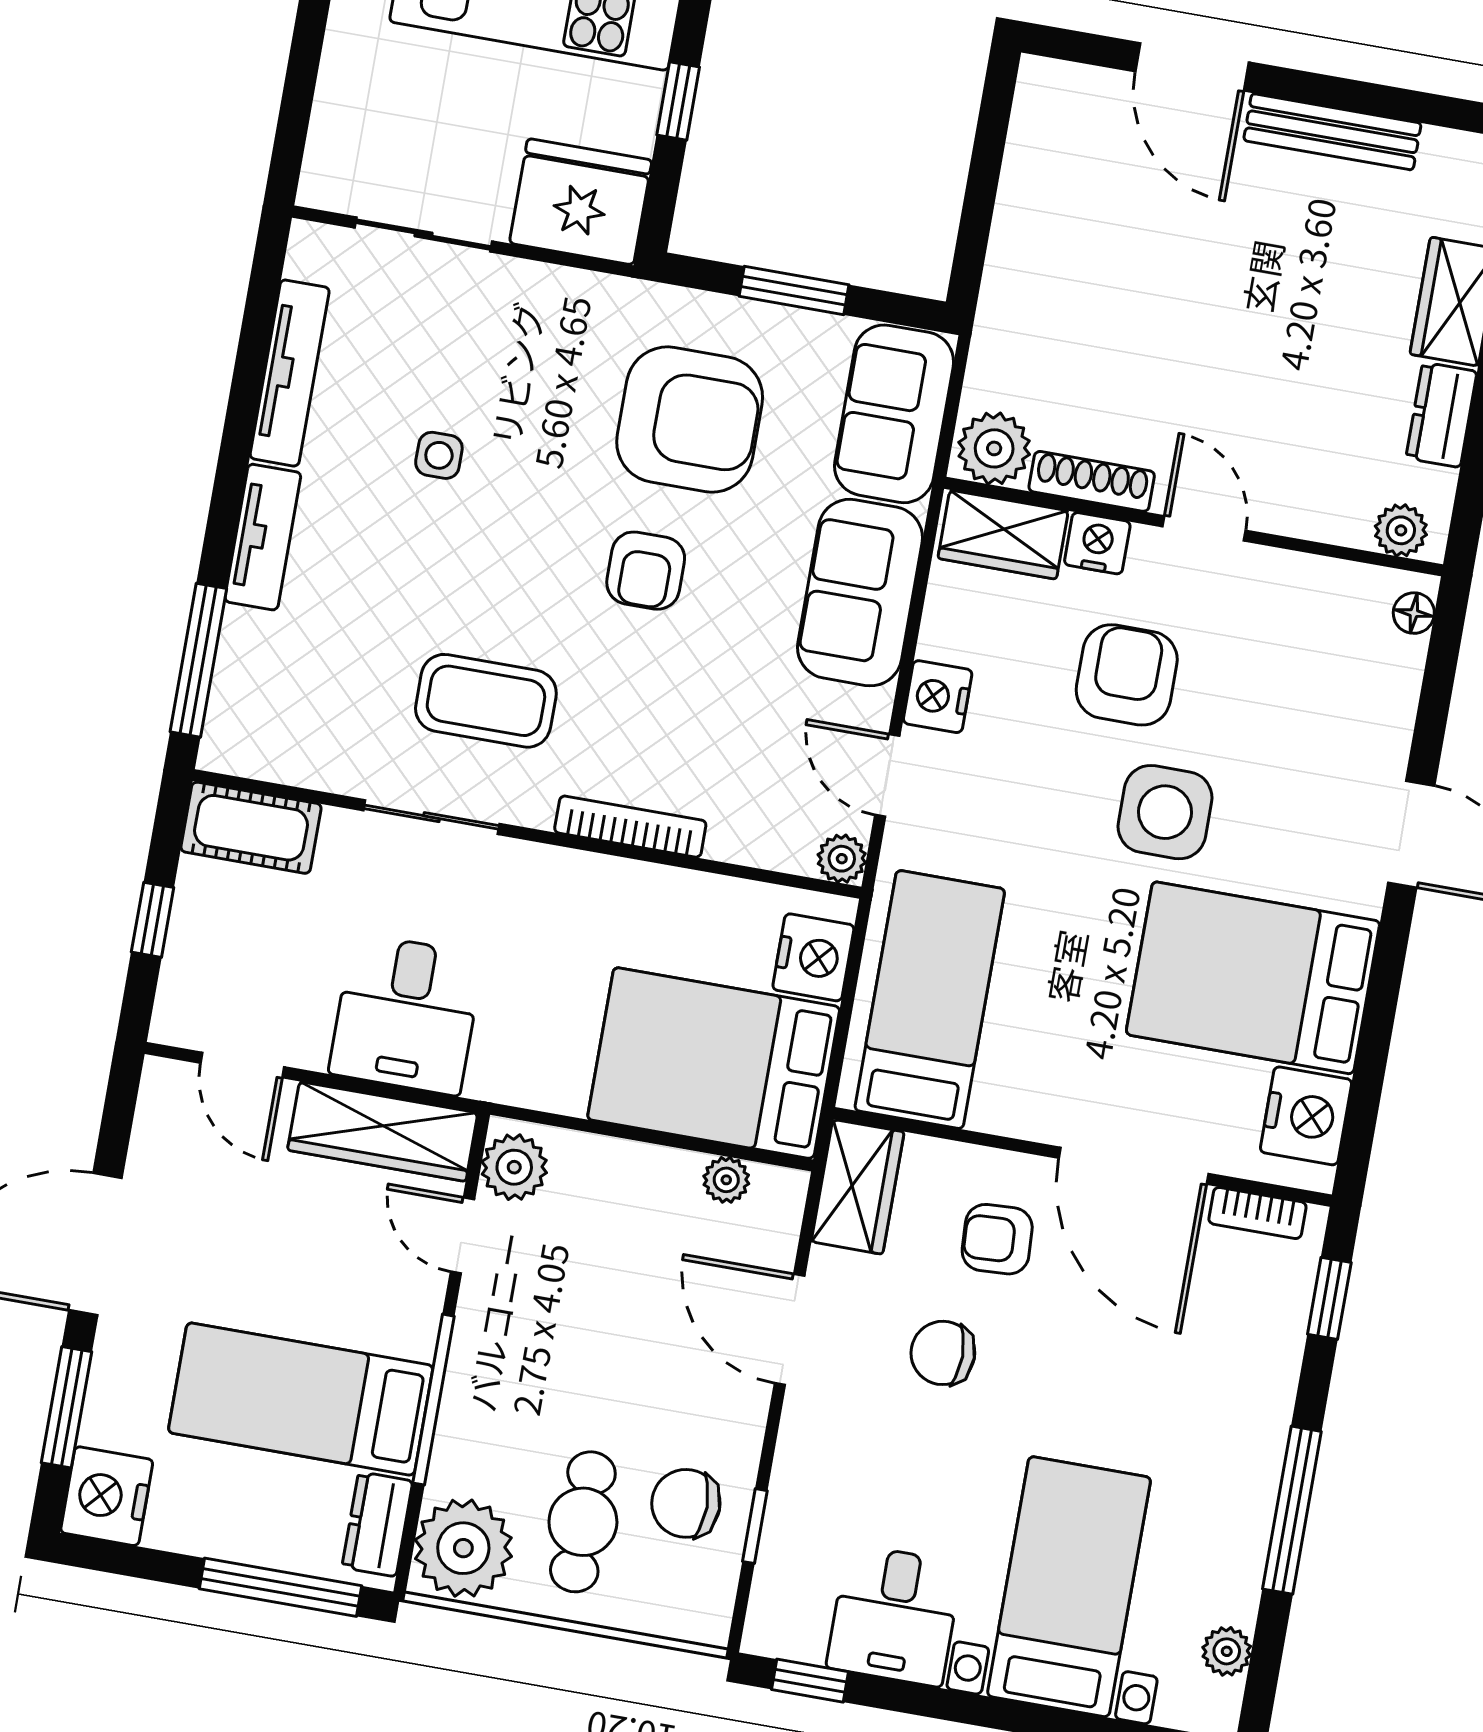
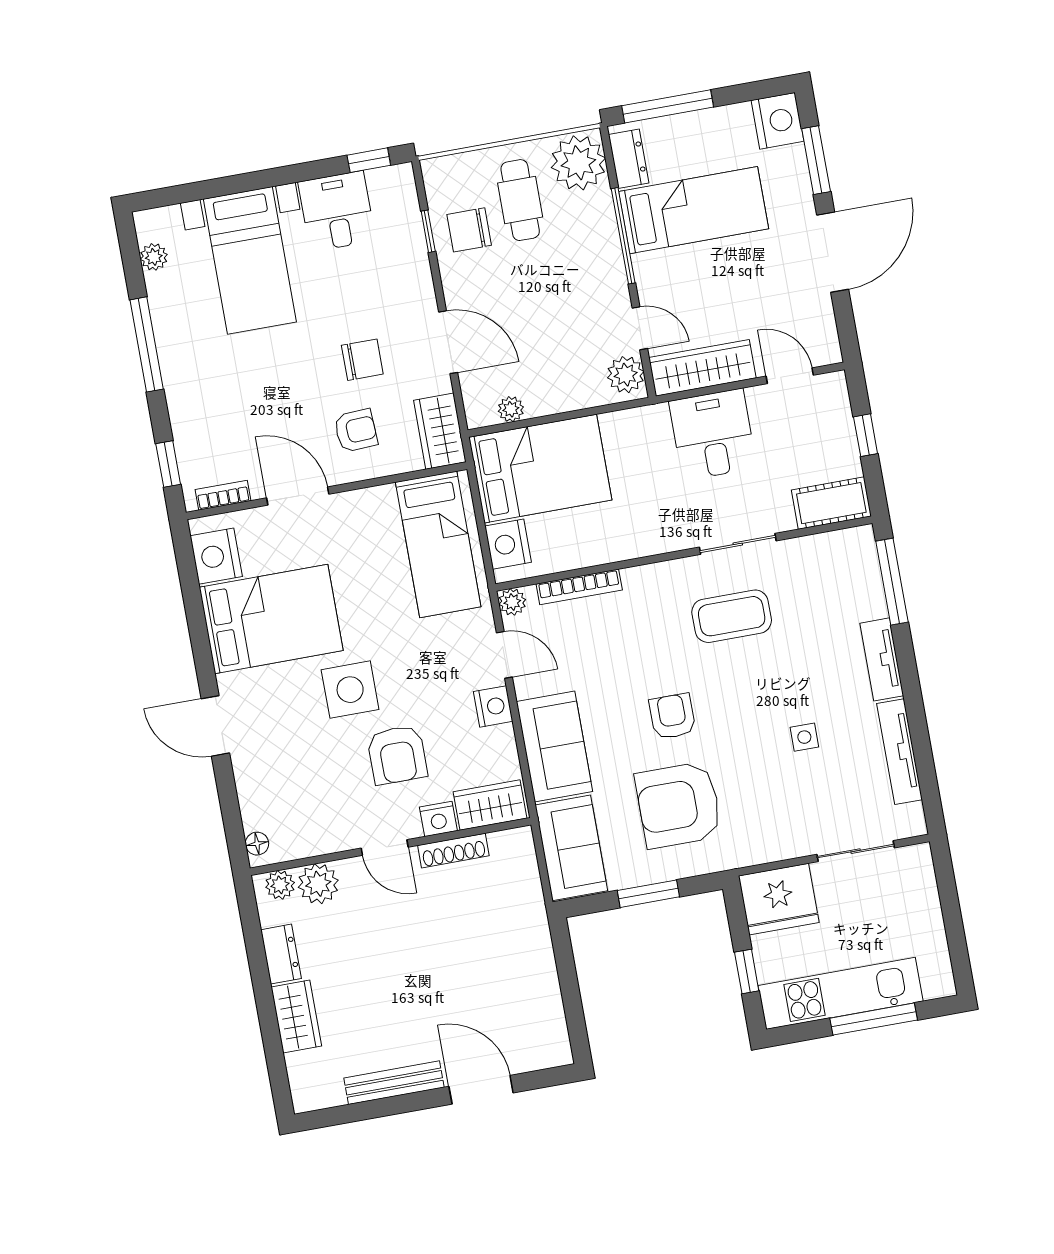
plant: (994, 448) -> (318, 884), moved
bookcase: (630, 827) -> (579, 587), moved
door: (1134, 1166) -> (298, 496), width x0.73
chair: (686, 1503) -> (469, 230), turned 180

